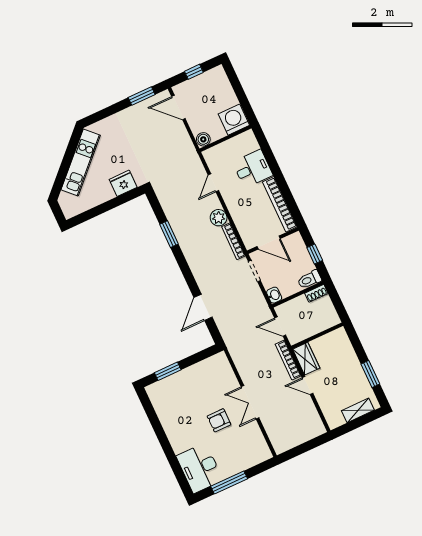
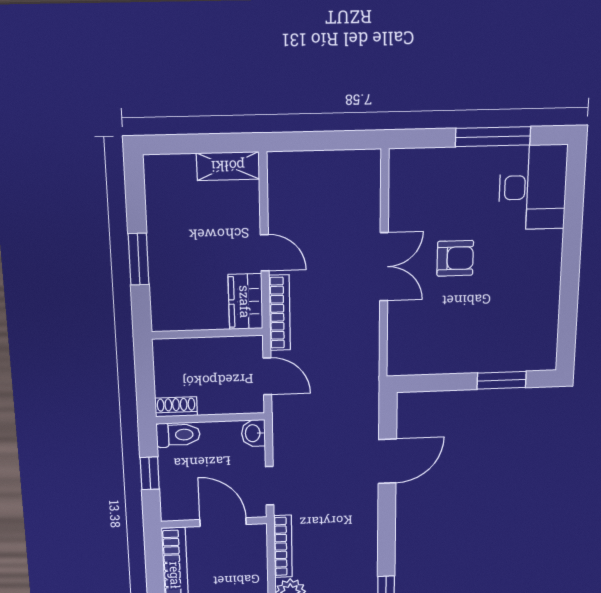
window: (370, 374) -> (139, 259), moved
shelving: (358, 410) -> (228, 166), moved

